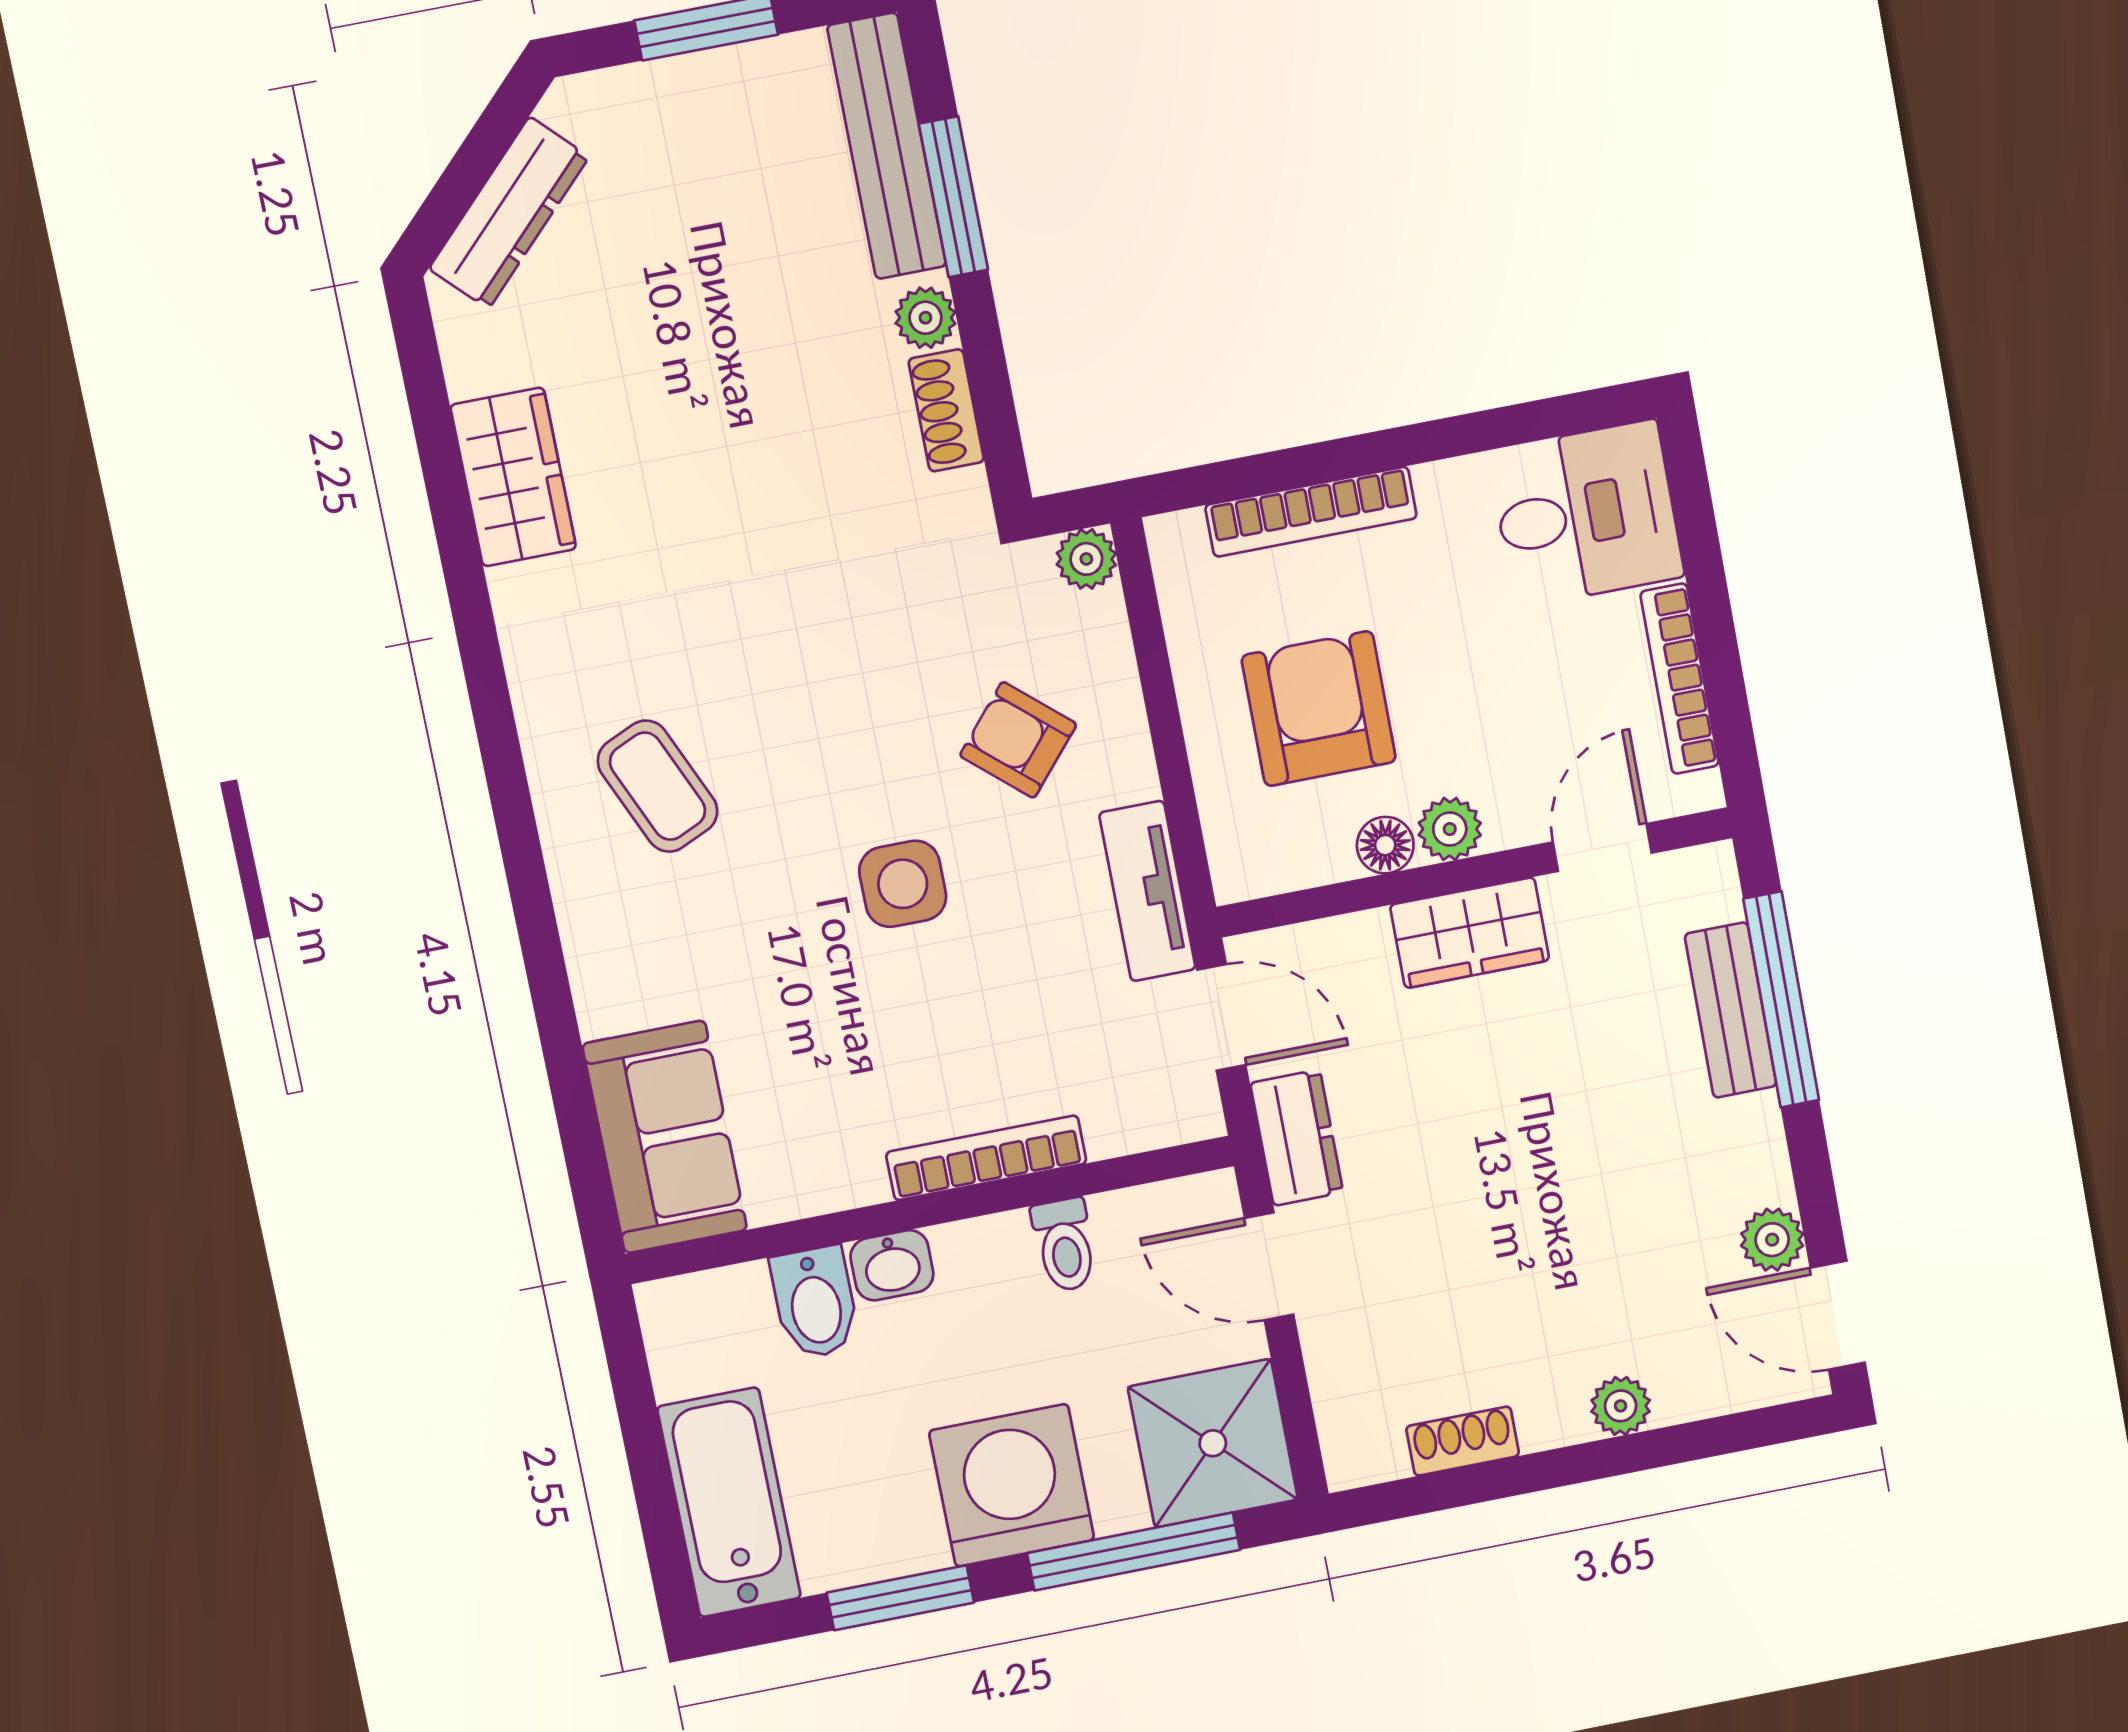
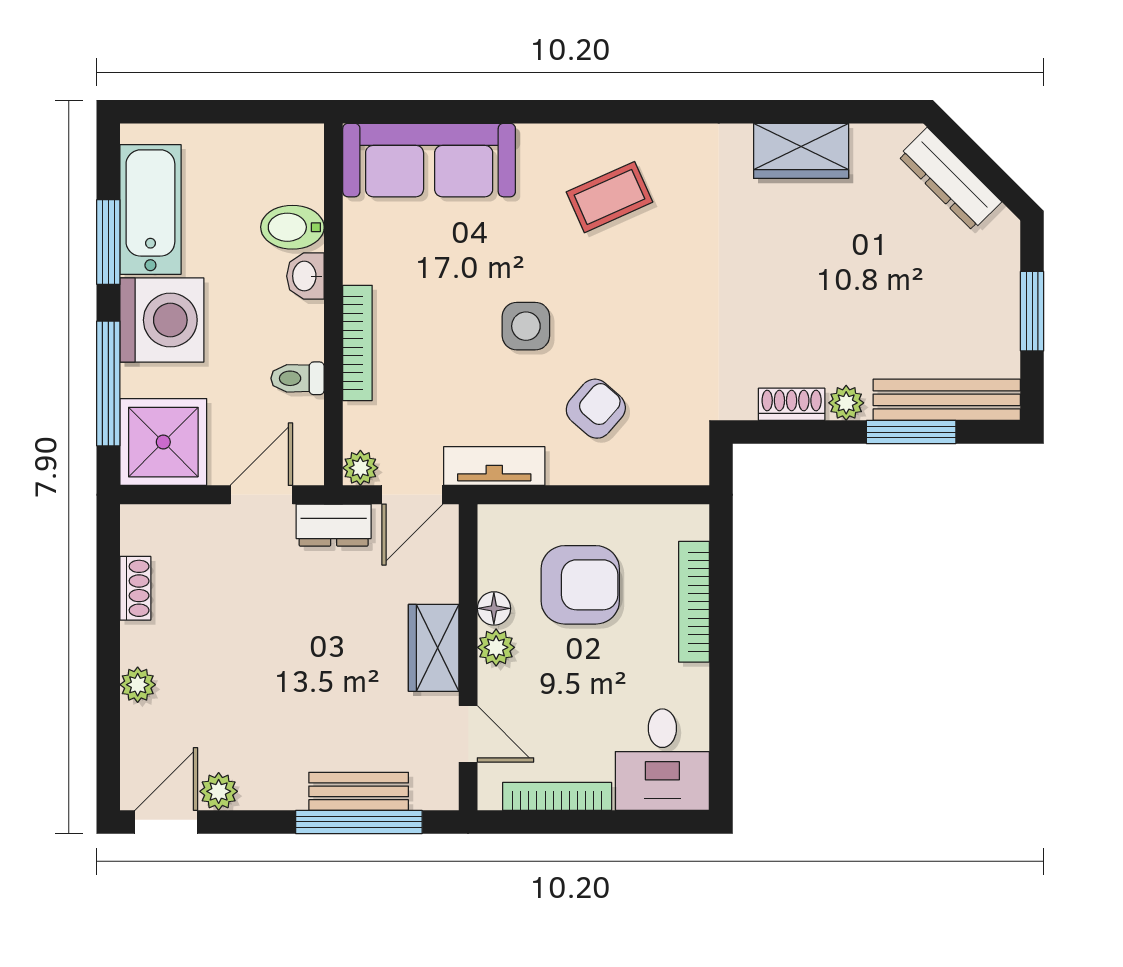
plant: (1086, 559) -> (360, 468), moved
sofa: (665, 1137) -> (429, 160), width x1.36
bathtub: (729, 1502) -> (150, 209), moved, turned -90

